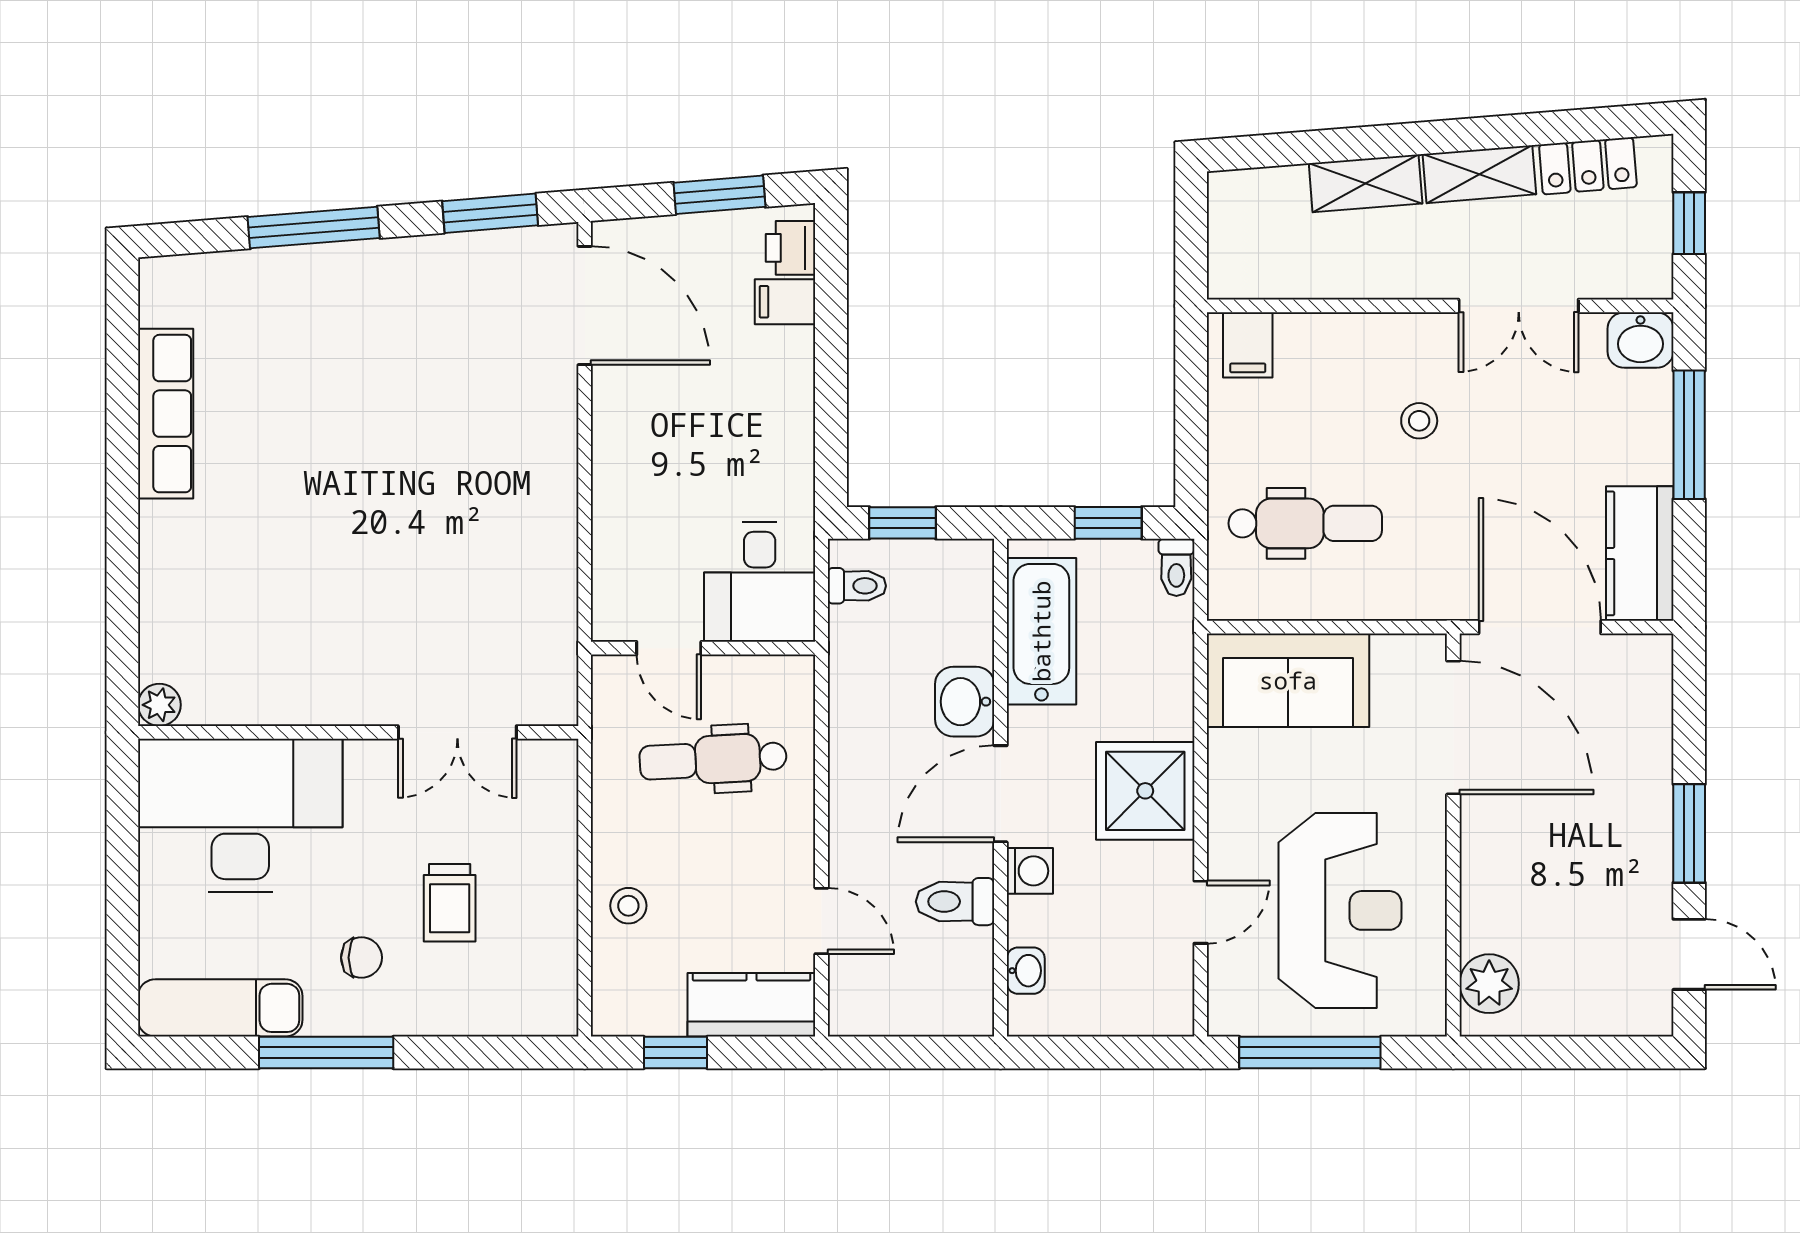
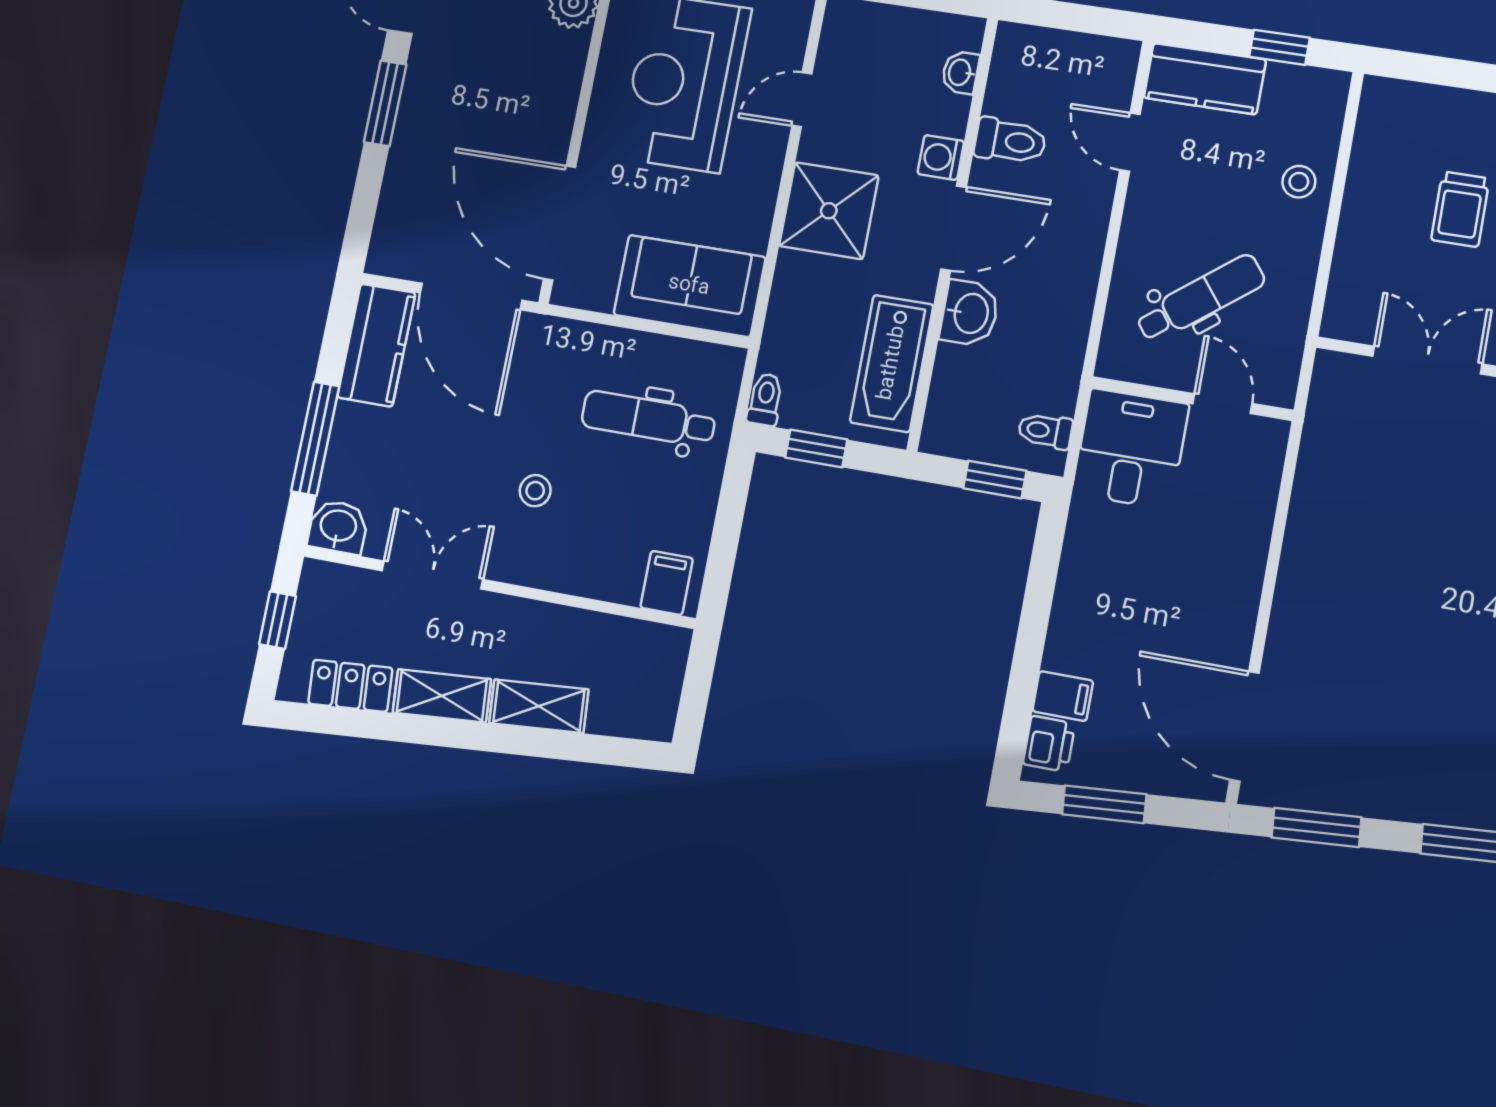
dental chair: (713, 759) -> (1200, 299), turned -35
trolley: (450, 903) -> (1460, 209), turned 180

